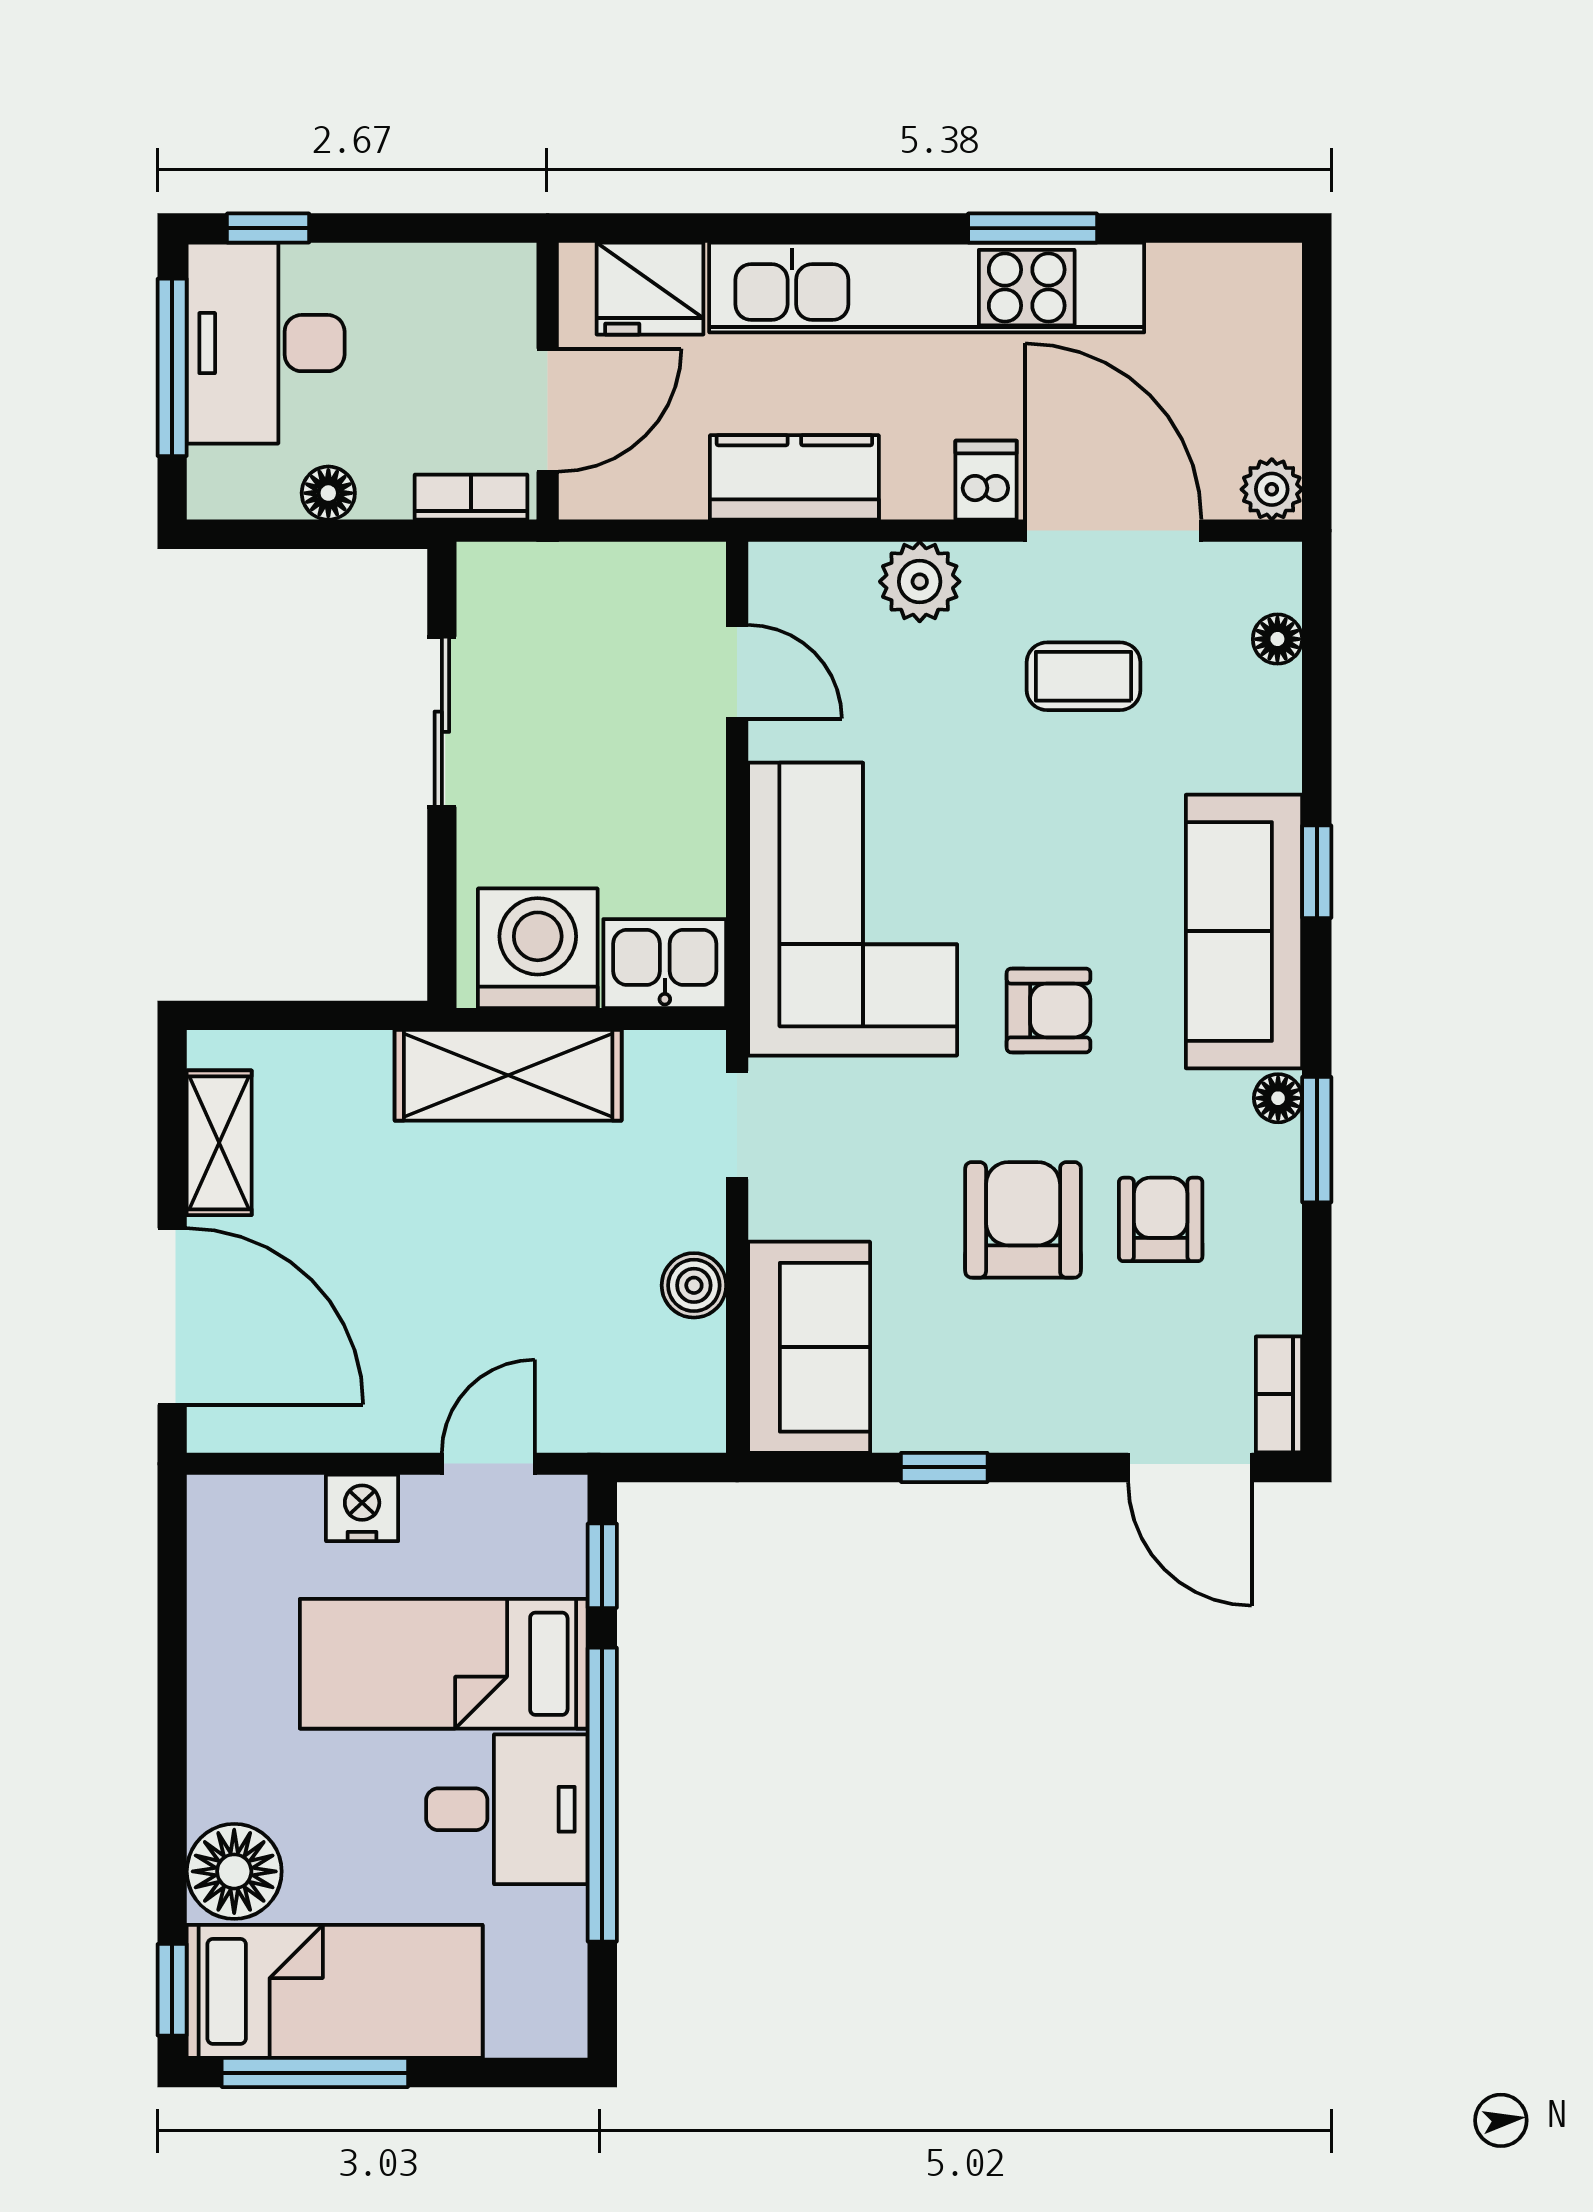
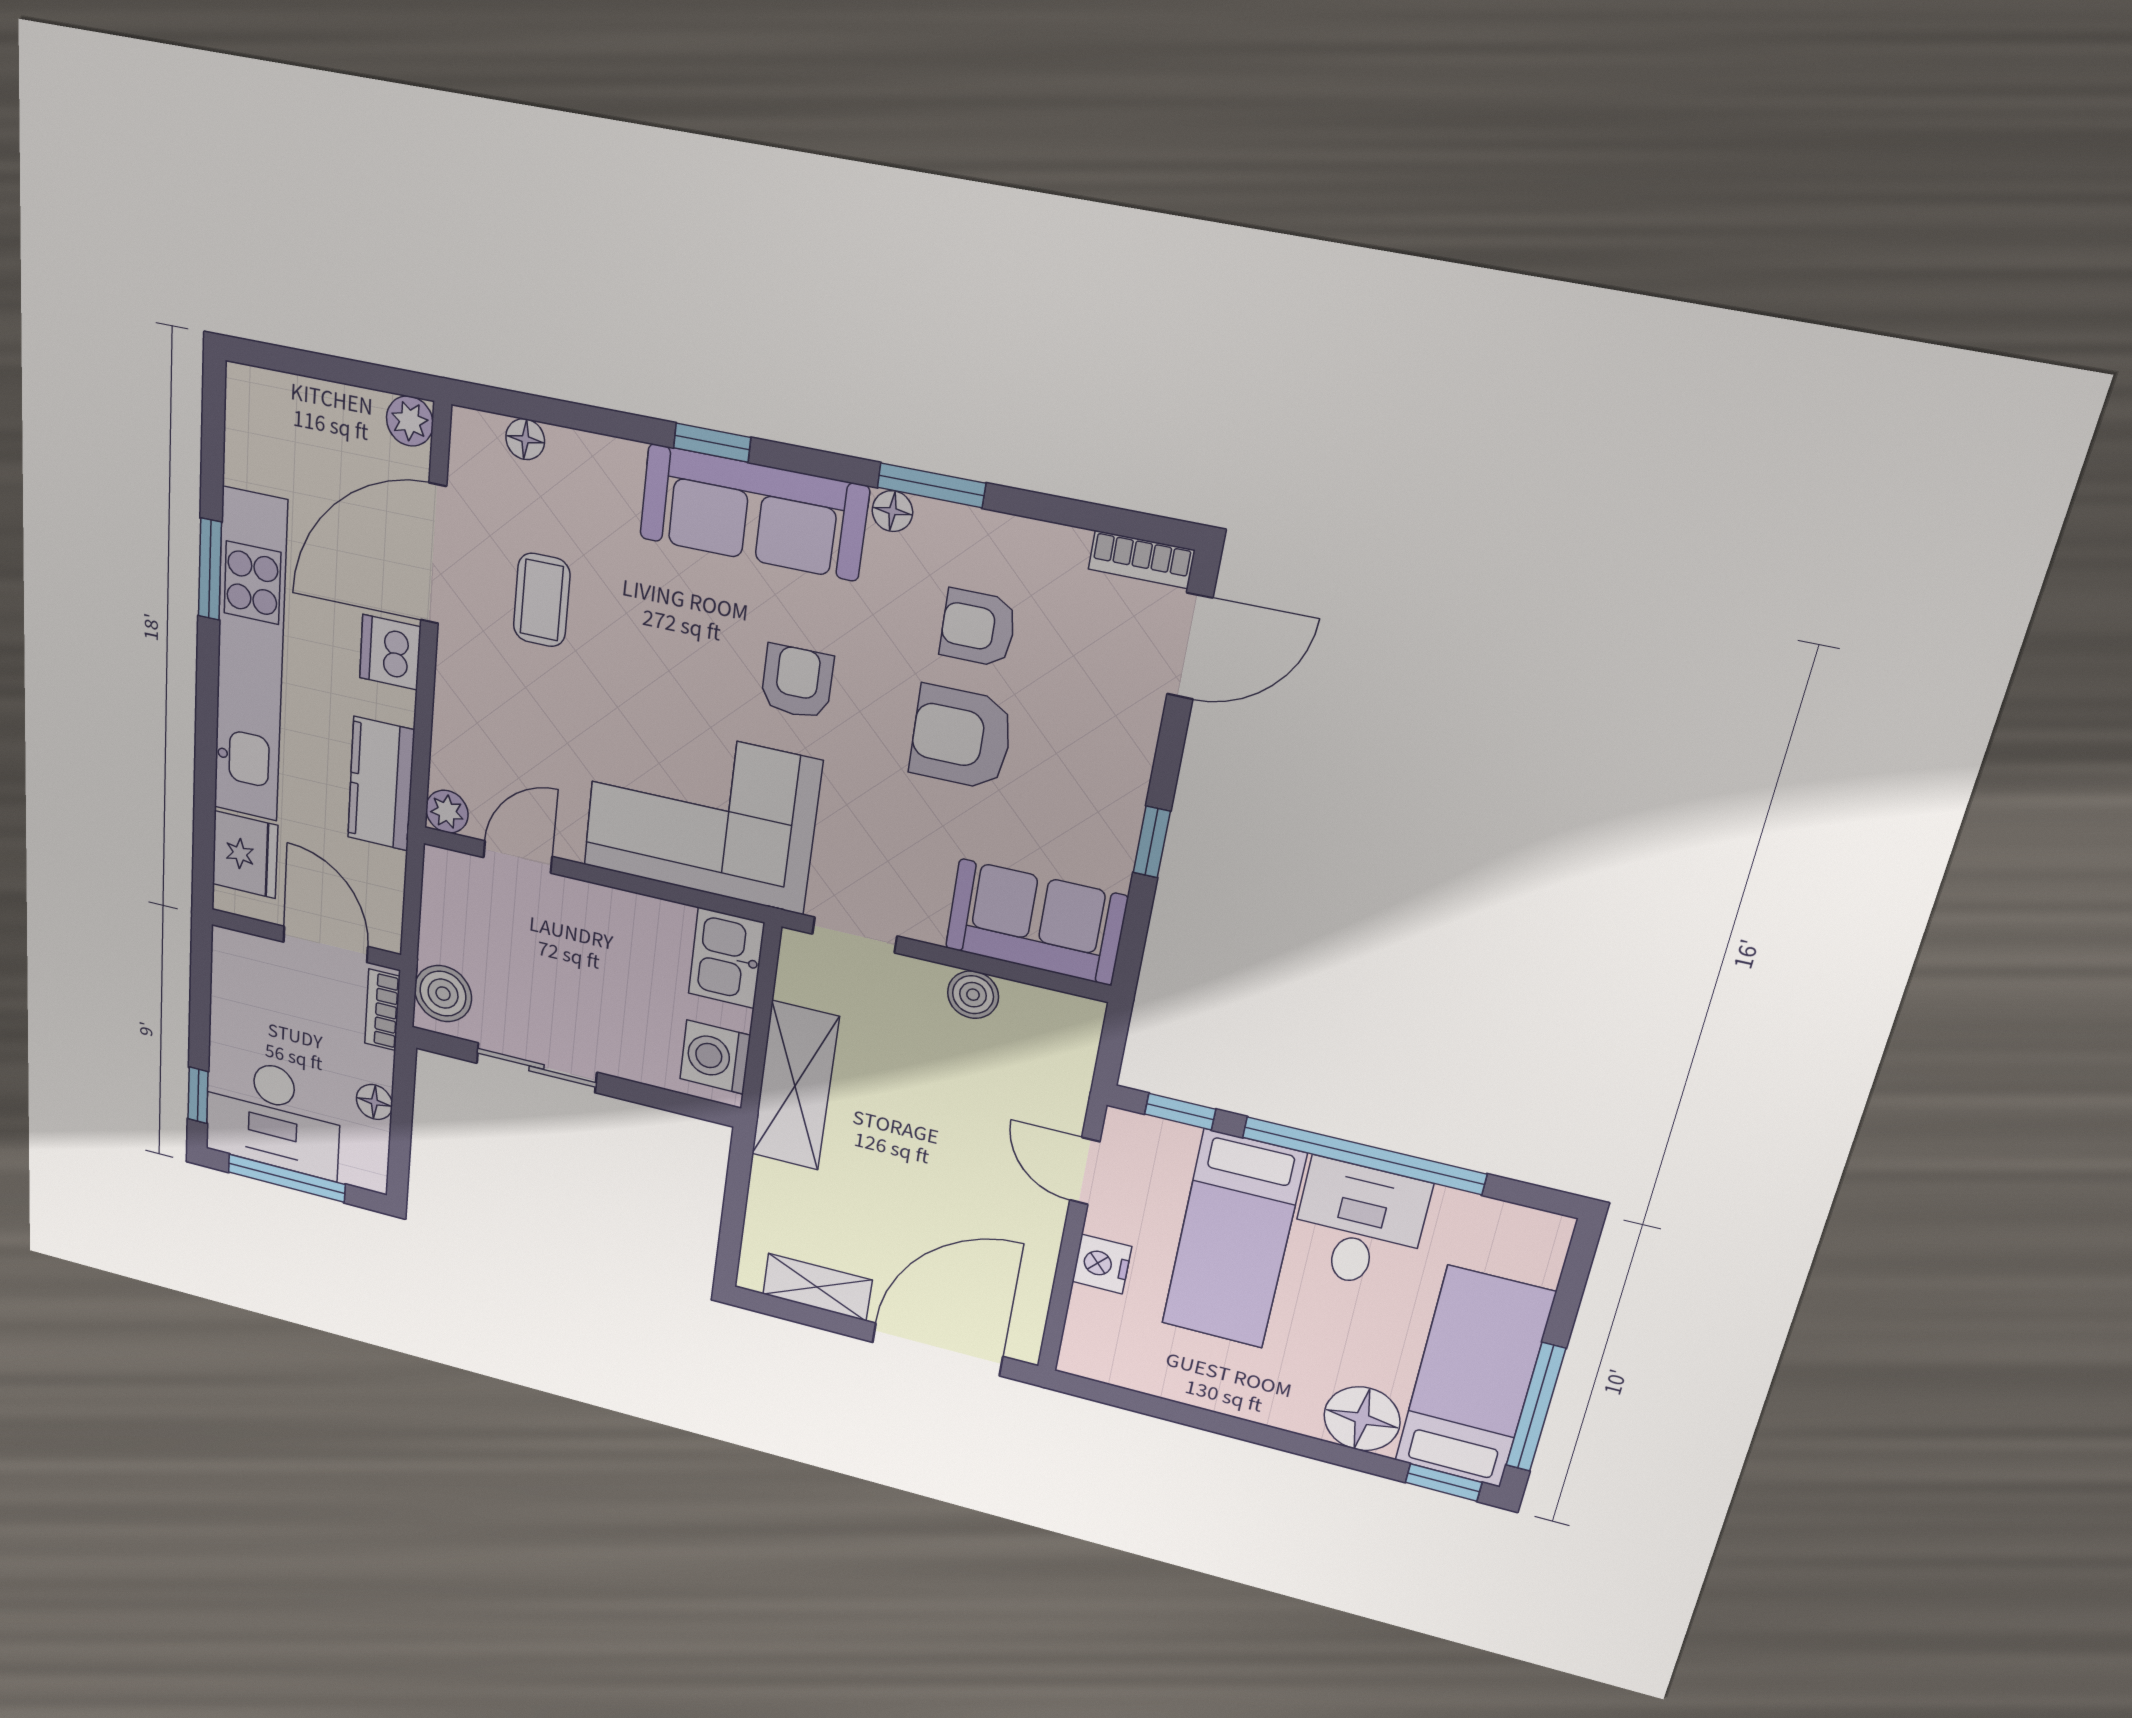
dishwasher: (986, 480) -> (390, 652), width x1.38
boiler: (517, 582) -> (443, 994), added
plant: (920, 582) -> (447, 812), moved, width x0.73, depth x0.73
washing machine: (538, 948) -> (715, 1057), width x0.73, depth x0.73

